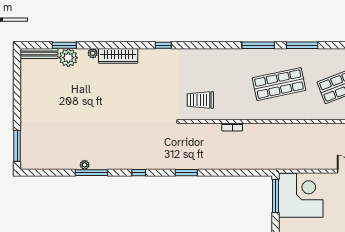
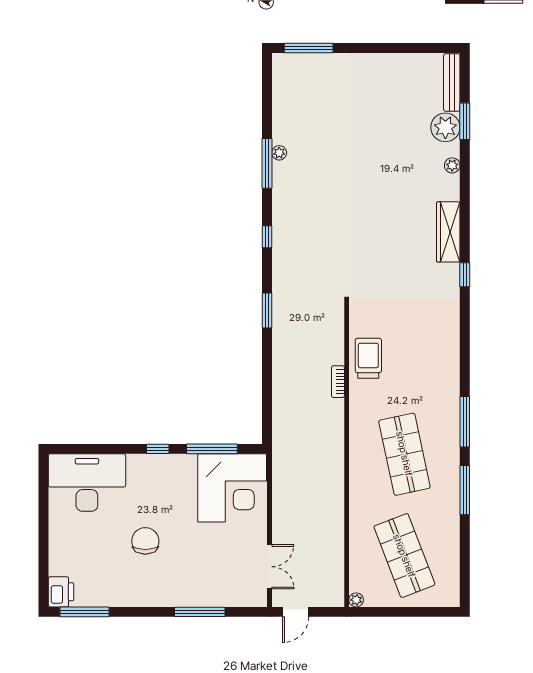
wardrobe: (118, 56) -> (448, 232), moved
trolley: (200, 100) -> (368, 358), moved
window: (276, 196) -> (212, 449), moved

